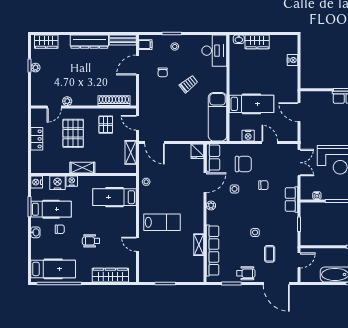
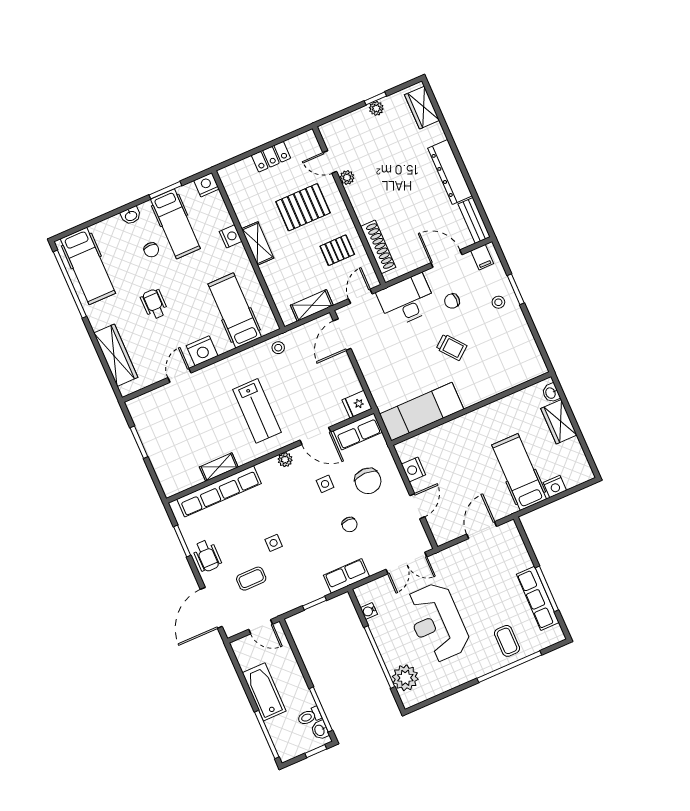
desk: (214, 51) -> (407, 300), moved, turned 180
hospital bed: (251, 104) -> (519, 472), moved, turned 180
nightstand: (58, 183) -> (202, 351), moved, turned 90
lab bench: (162, 222) -> (257, 411), moved

